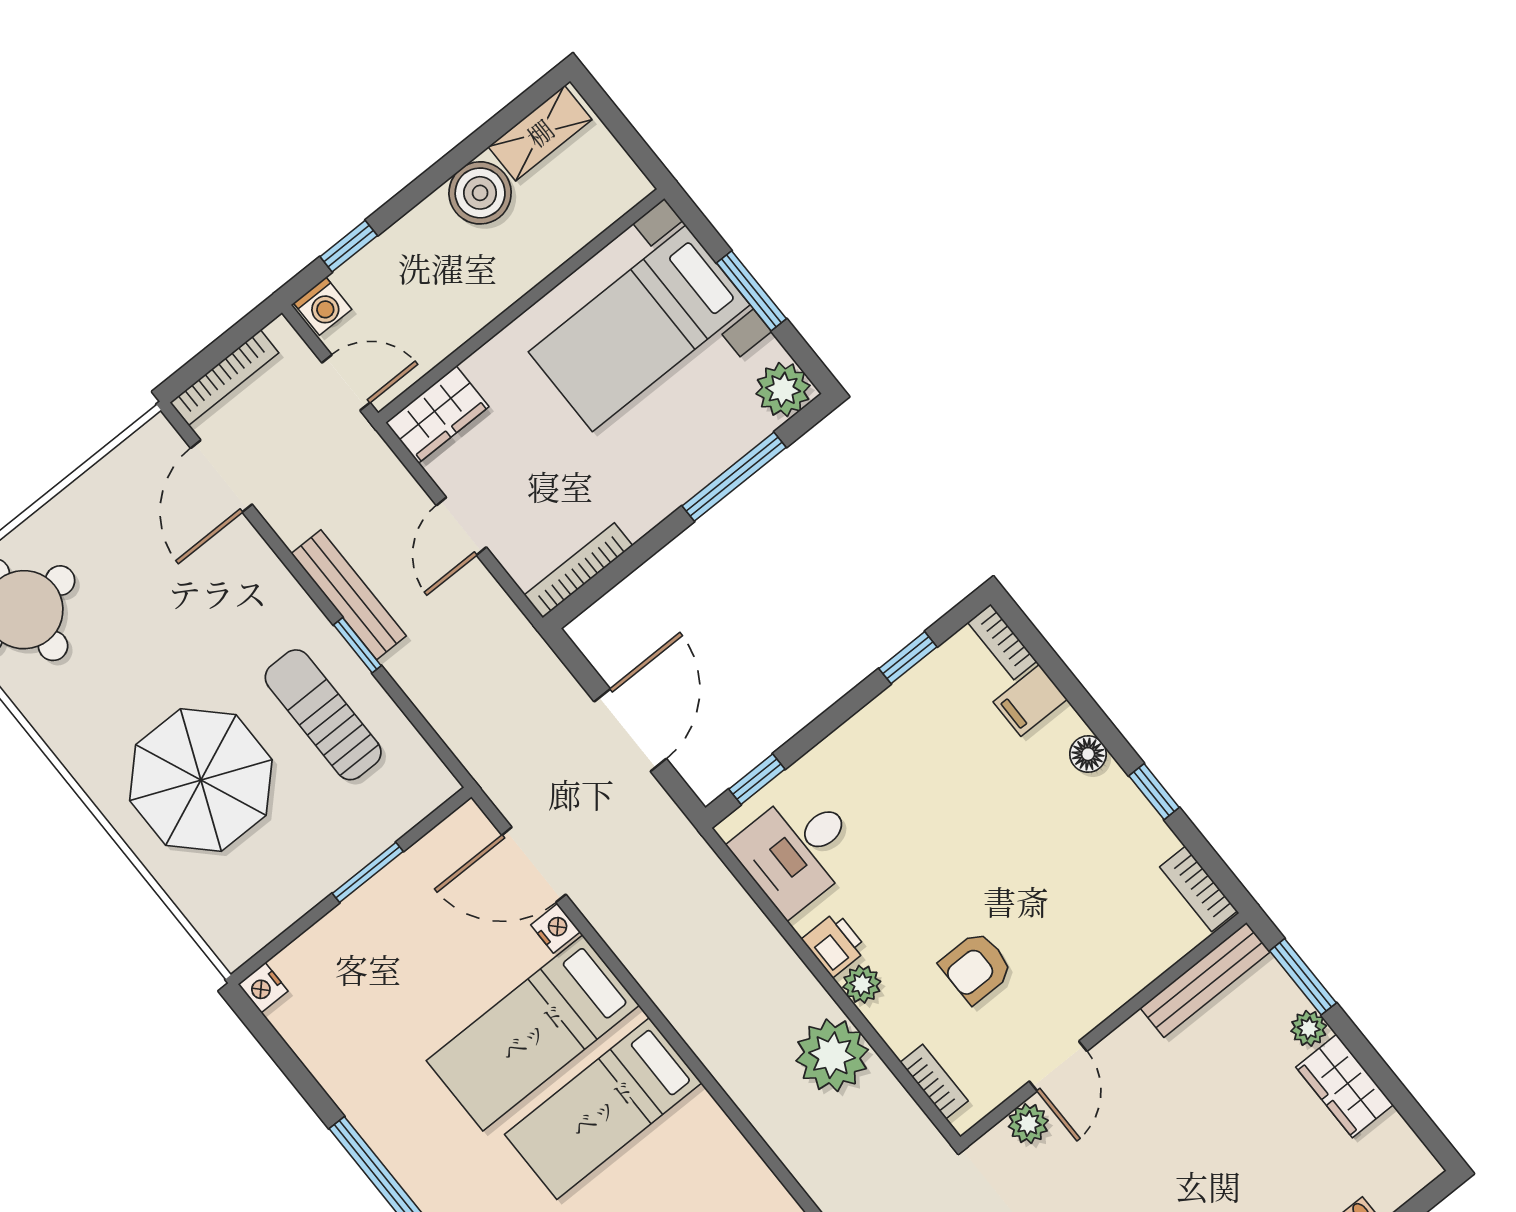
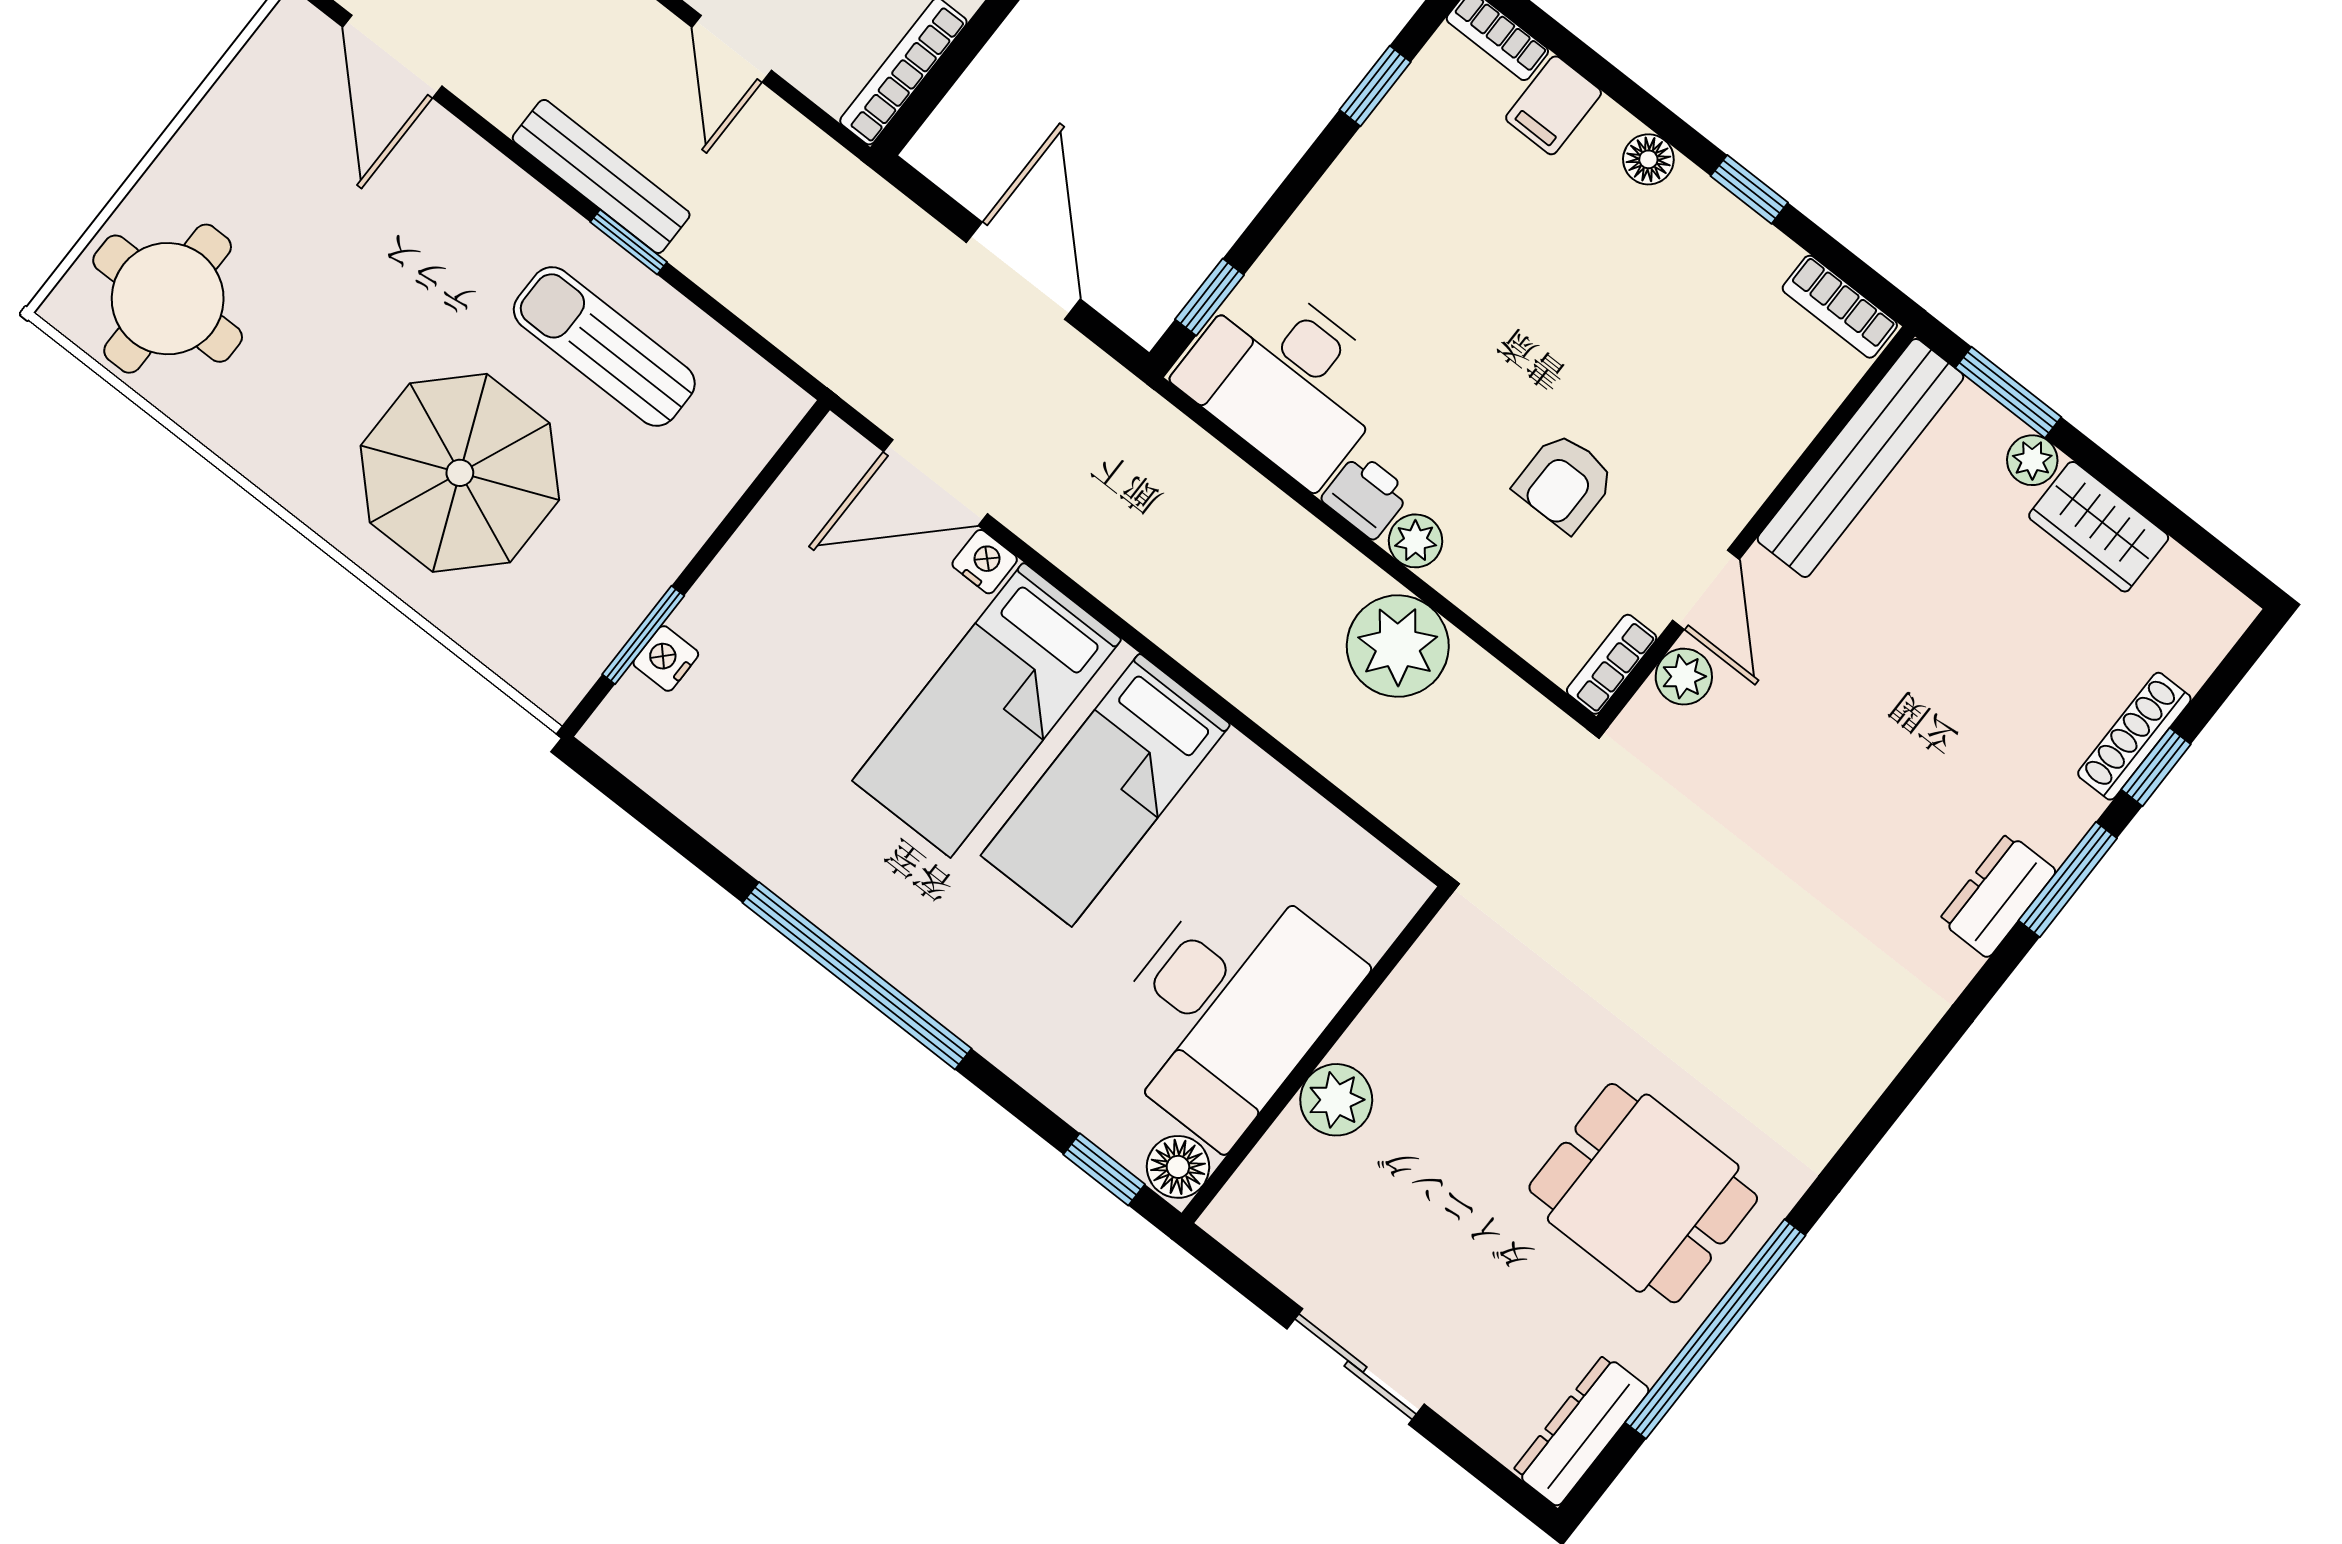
desk: (797, 850) -> (1287, 380), width x1.37
window: (368, 872) -> (643, 635), moved
bench: (1205, 980) -> (1860, 458), width x1.37, depth x1.21
nightstand: (263, 988) -> (666, 658), moved, turned 90
bookcase: (934, 1082) -> (1612, 664), moved, turned -90

